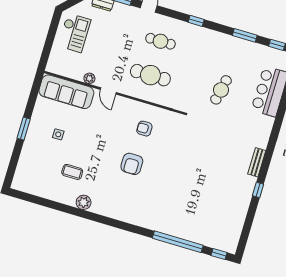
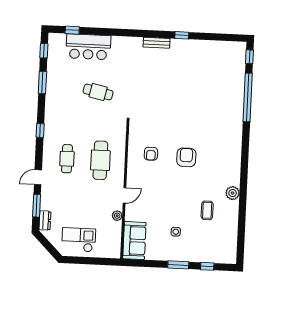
sofa: (66, 92) -> (134, 241), width x0.73
window: (15, 158) -> (207, 266), added
armchair: (132, 164) -> (186, 157), turned -90

